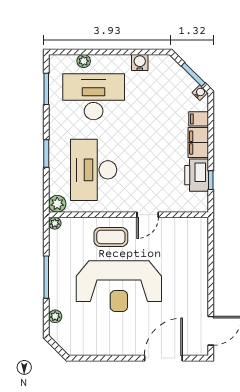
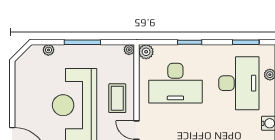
desk: (94, 170) -> (175, 83), turned 180

